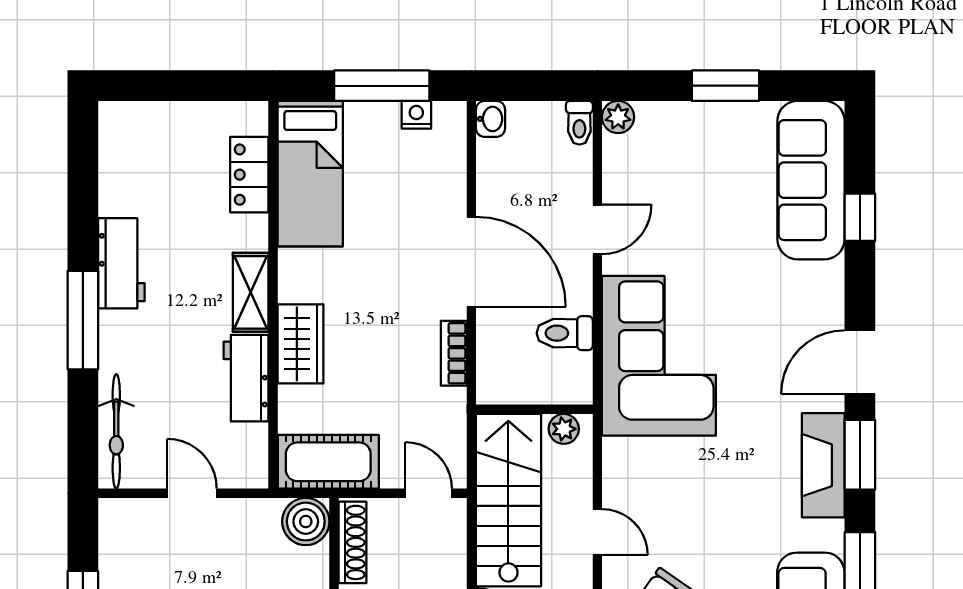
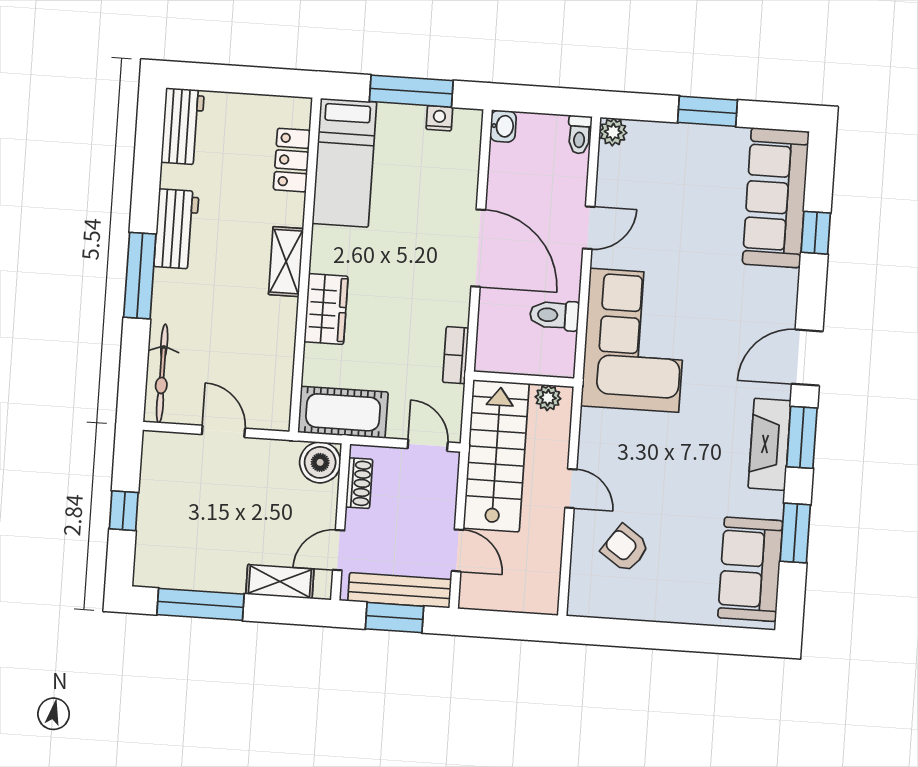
bookcase: (454, 353) -> (456, 355), moved
workbench: (246, 378) -> (183, 126), moved, turned 180
shoe rack: (352, 542) -> (359, 483), width x0.70

